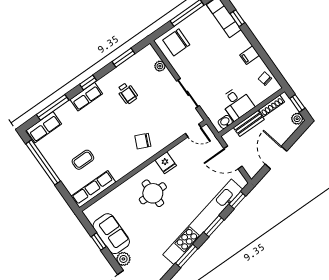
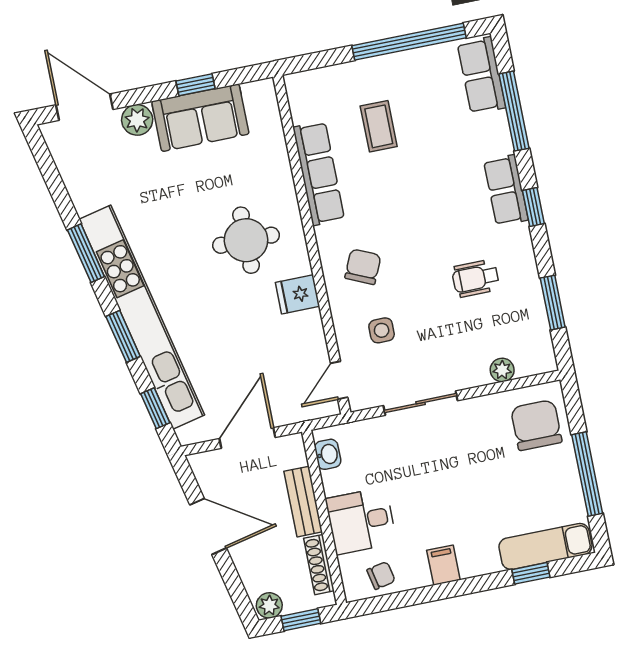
desk: (237, 103) -> (361, 521), moved
side table: (165, 122) -> (382, 330), added
row of seats: (93, 189) -> (319, 173), moved

